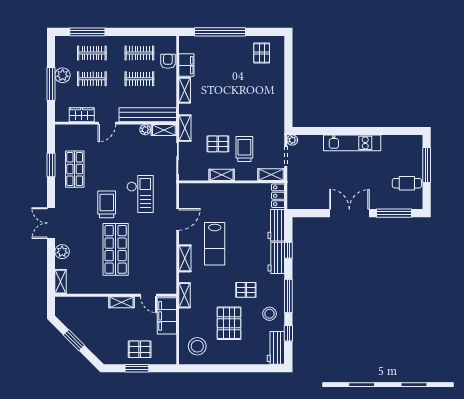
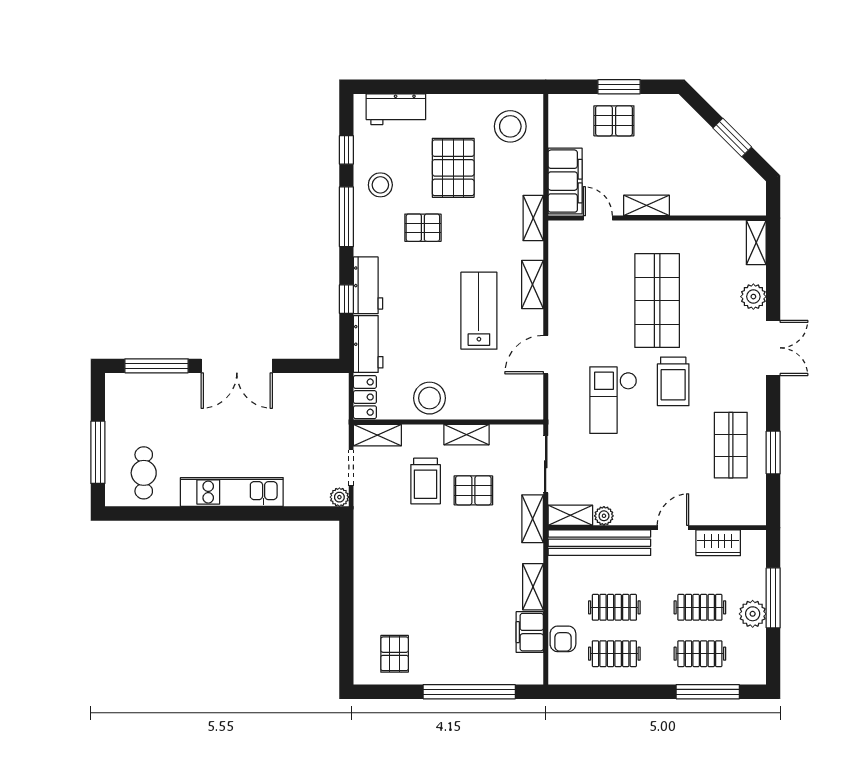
cafe table: (407, 183) -> (144, 473), moved, turned 90
stool: (242, 195) -> (430, 398), added
workbench: (276, 348) -> (396, 109), moved, turned 90

